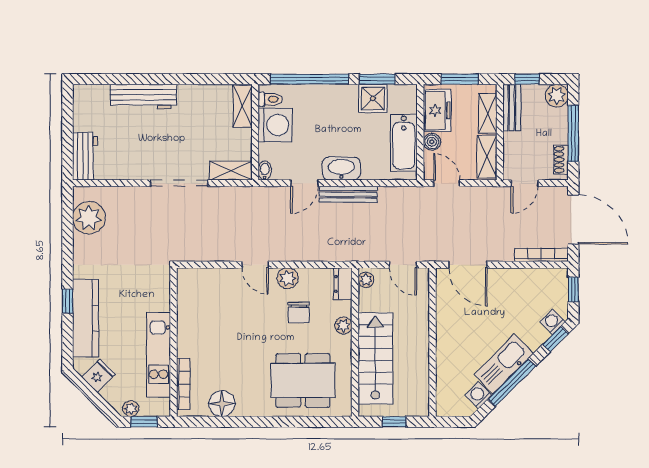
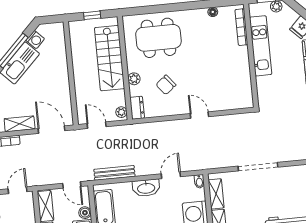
shelving: (231, 171) -> (216, 194), moved, turned 90
bench: (348, 194) -> (114, 173), moved
shelving: (513, 277) -> (20, 124), added
plant: (288, 278) -> (176, 108), removed
chair: (299, 312) -> (166, 85), turned -129
floor lamp: (222, 404) -> (213, 12), width x0.53, depth x0.53

